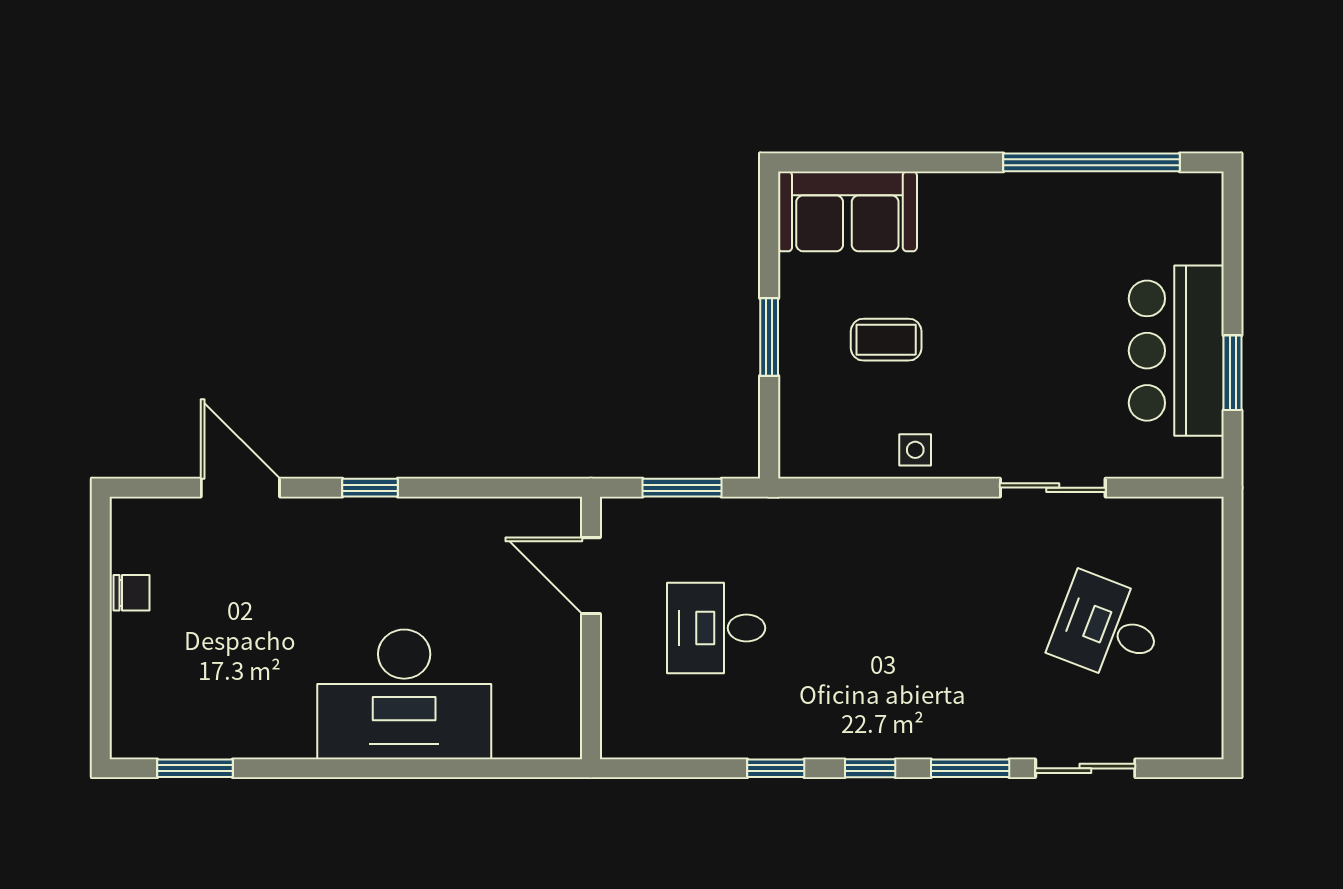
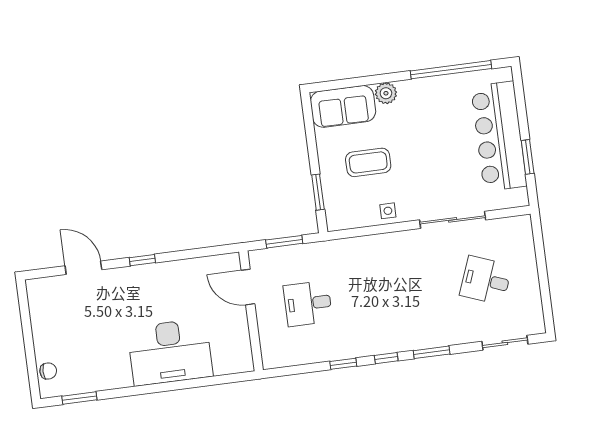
plant: (944, 195) -> (386, 93), added
window: (769, 337) -> (318, 192), moved
coffee table: (886, 340) -> (368, 162), width x1.36, depth x1.30
bar counter: (1176, 351) -> (499, 136), width x1.36
sliding door: (1053, 488) -> (453, 220), width x1.37
chair: (132, 593) -> (48, 371), moved
sliding door: (1085, 768) -> (505, 343), moved

